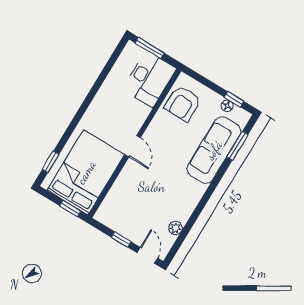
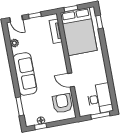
desk: (149, 79) -> (100, 99), moved, turned 180
door: (133, 146) -> (71, 80), moved
sofa: (214, 150) -> (25, 74), moved
tv unit: (113, 198) -> (56, 31), added

